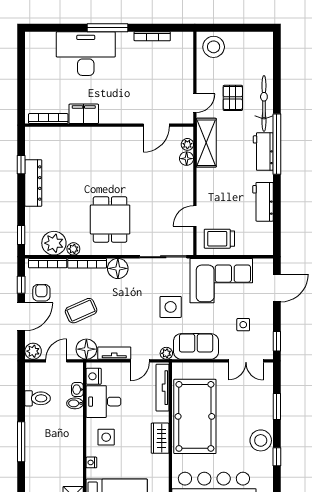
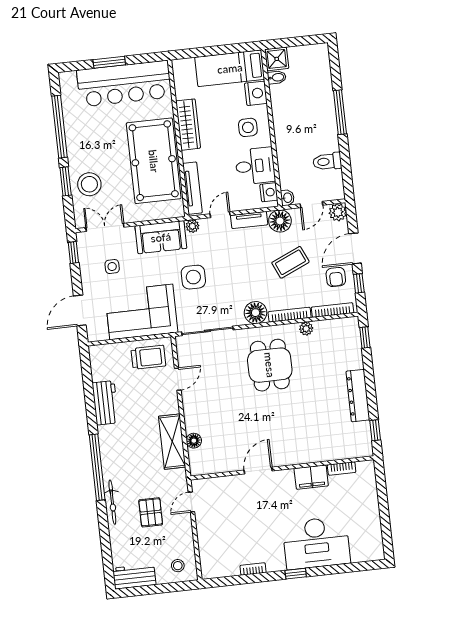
window: (107, 28) -> (296, 574), width x0.46
bookcase: (152, 36) -> (253, 569), width x0.64
stool: (214, 47) -> (178, 566), width x0.53, depth x0.53
bicycle: (264, 103) -> (112, 502), width x0.73, depth x0.71
bookcase: (48, 119) -> (342, 469), width x0.64
door: (156, 125) -> (258, 471), moved
shelving: (206, 143) -> (172, 442), moved
plant: (187, 144) -> (195, 456), removed
workbench: (263, 152) -> (134, 576), moved, turned -90
window: (21, 165) -> (375, 430), moved
plant: (54, 243) -> (328, 332), removed
washbasin: (77, 390) -> (287, 198), moved
bidet: (75, 403) -> (277, 77), moved
wardrobe: (160, 438) -> (188, 125), width x1.50
stool: (261, 440) -> (89, 184), moved
window: (277, 457) -> (60, 127), width x3.17
nightstand: (91, 462) -> (256, 93), width x1.89, depth x1.79

